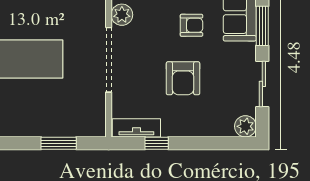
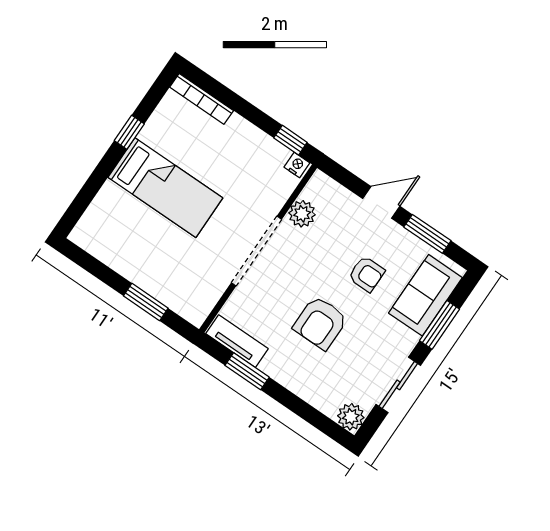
window: (157, 143) -> (247, 371), width x1.50

